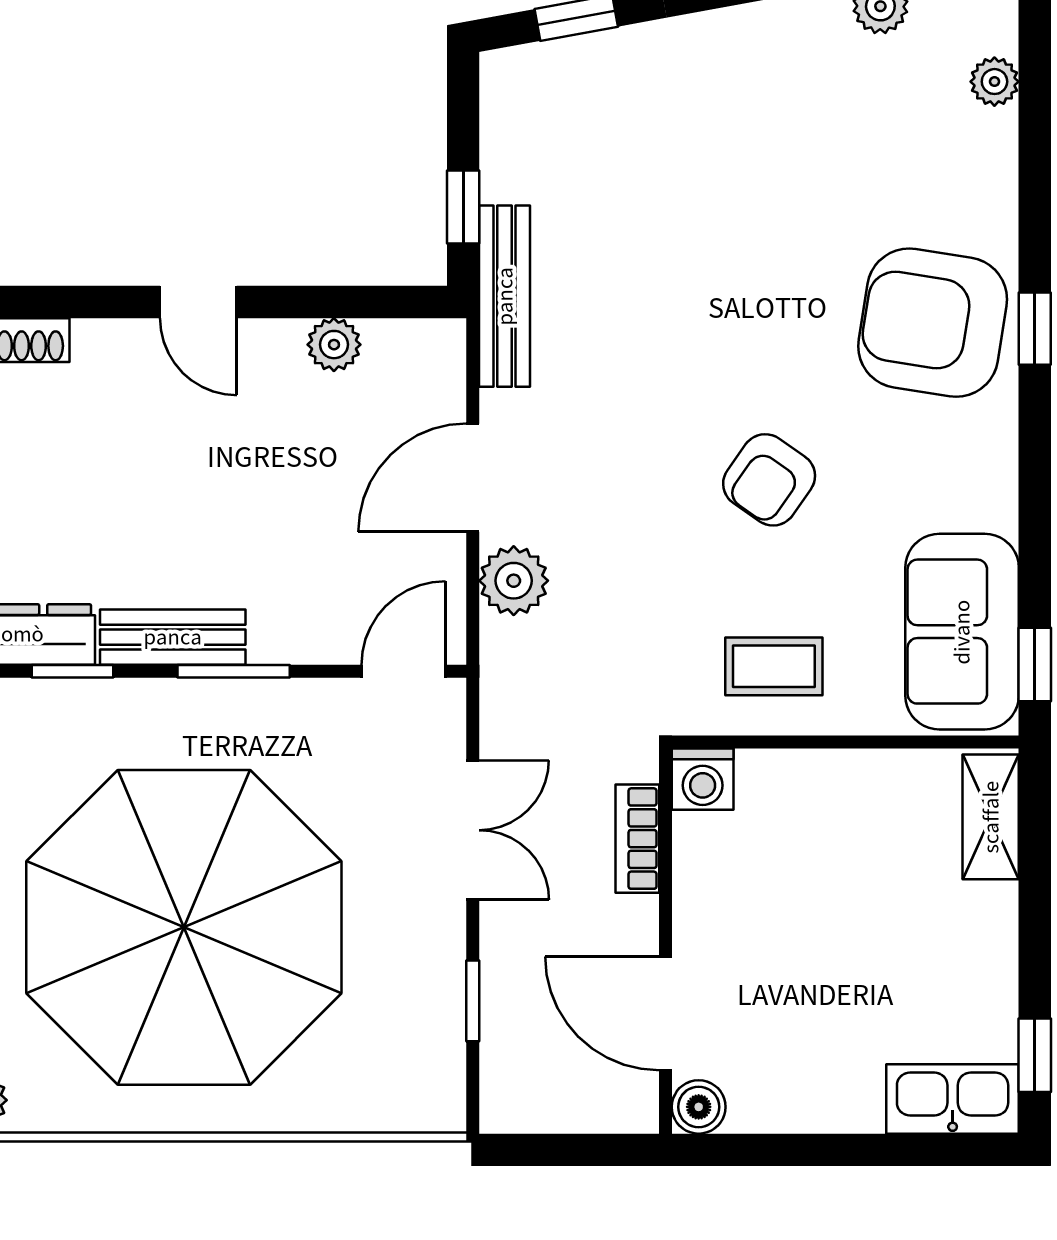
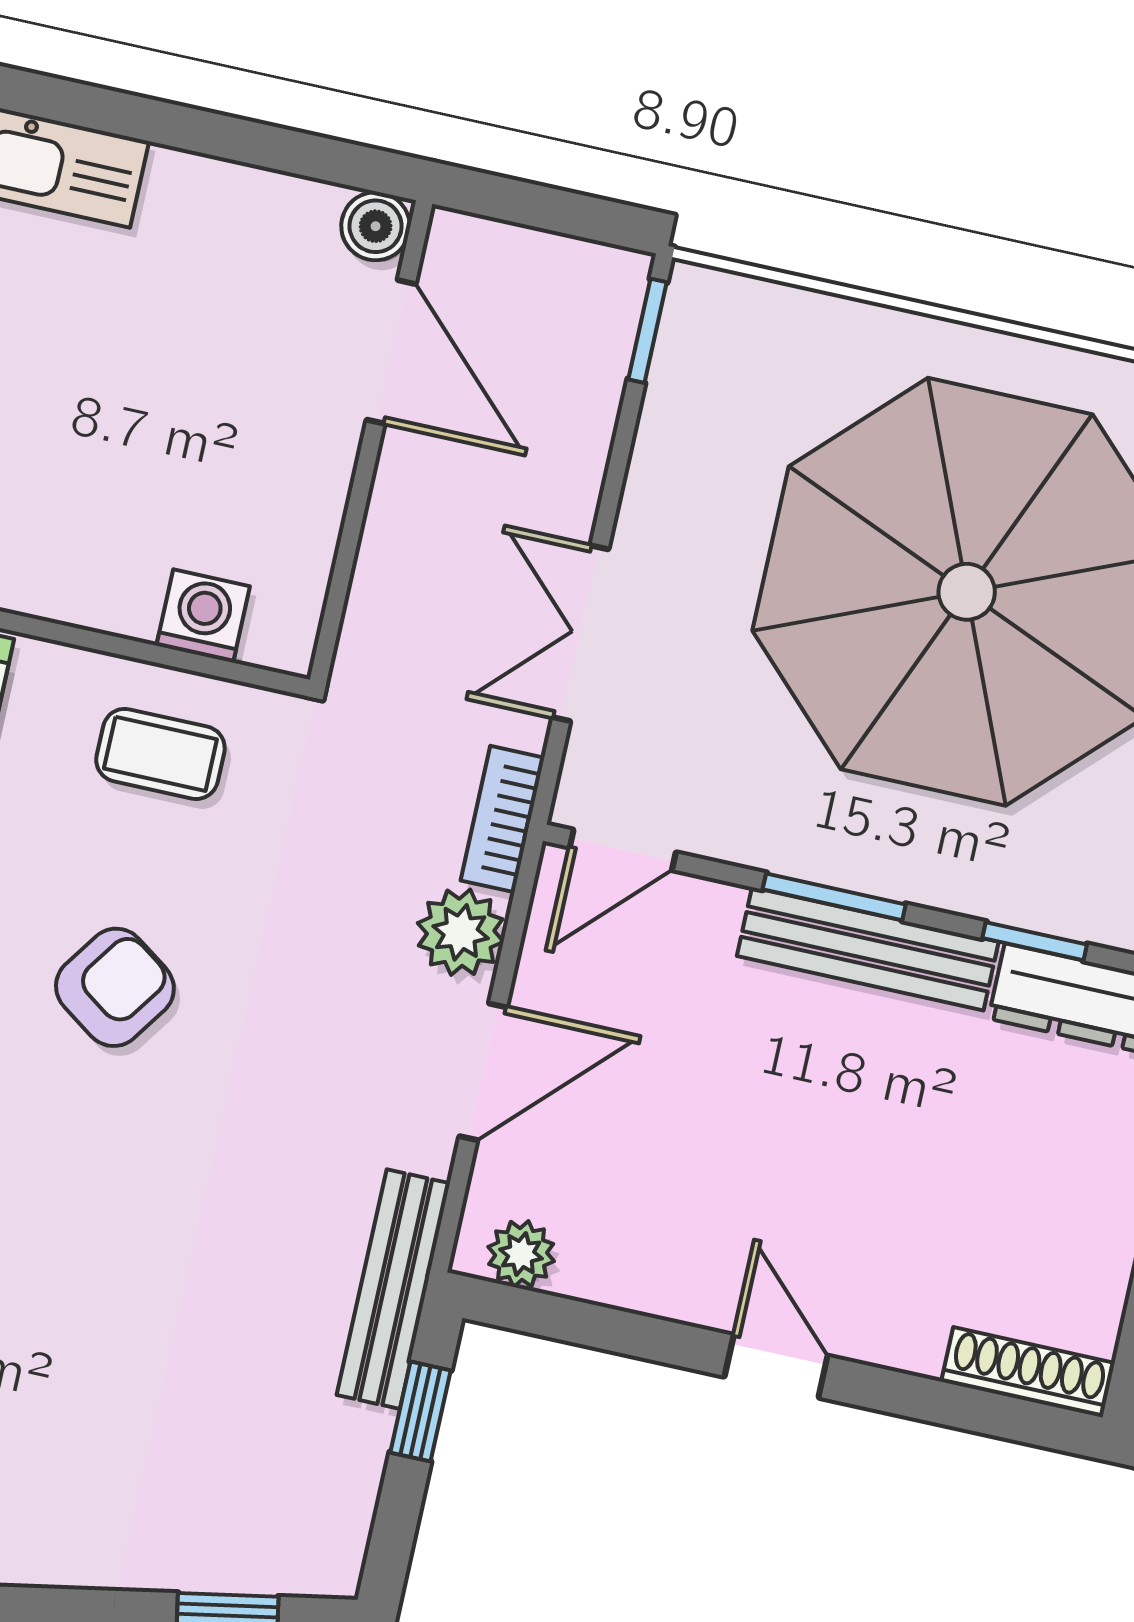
plant: (334, 345) -> (521, 1254), moved
bench: (173, 637) -> (868, 949), width x1.36
washing machine: (703, 779) -> (203, 616), moved
bookcase: (637, 839) -> (502, 819), moved, turned 180
window: (473, 1001) -> (647, 331), moved

